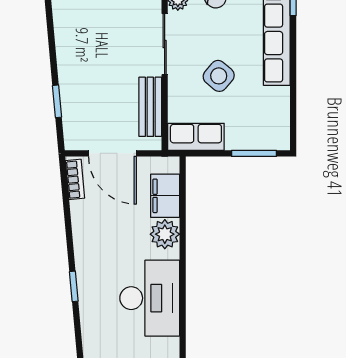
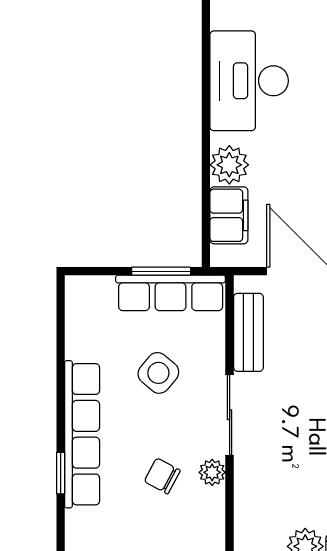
row of seats: (196, 137) -> (171, 293), width x1.48
window: (254, 153) -> (161, 271), moved

